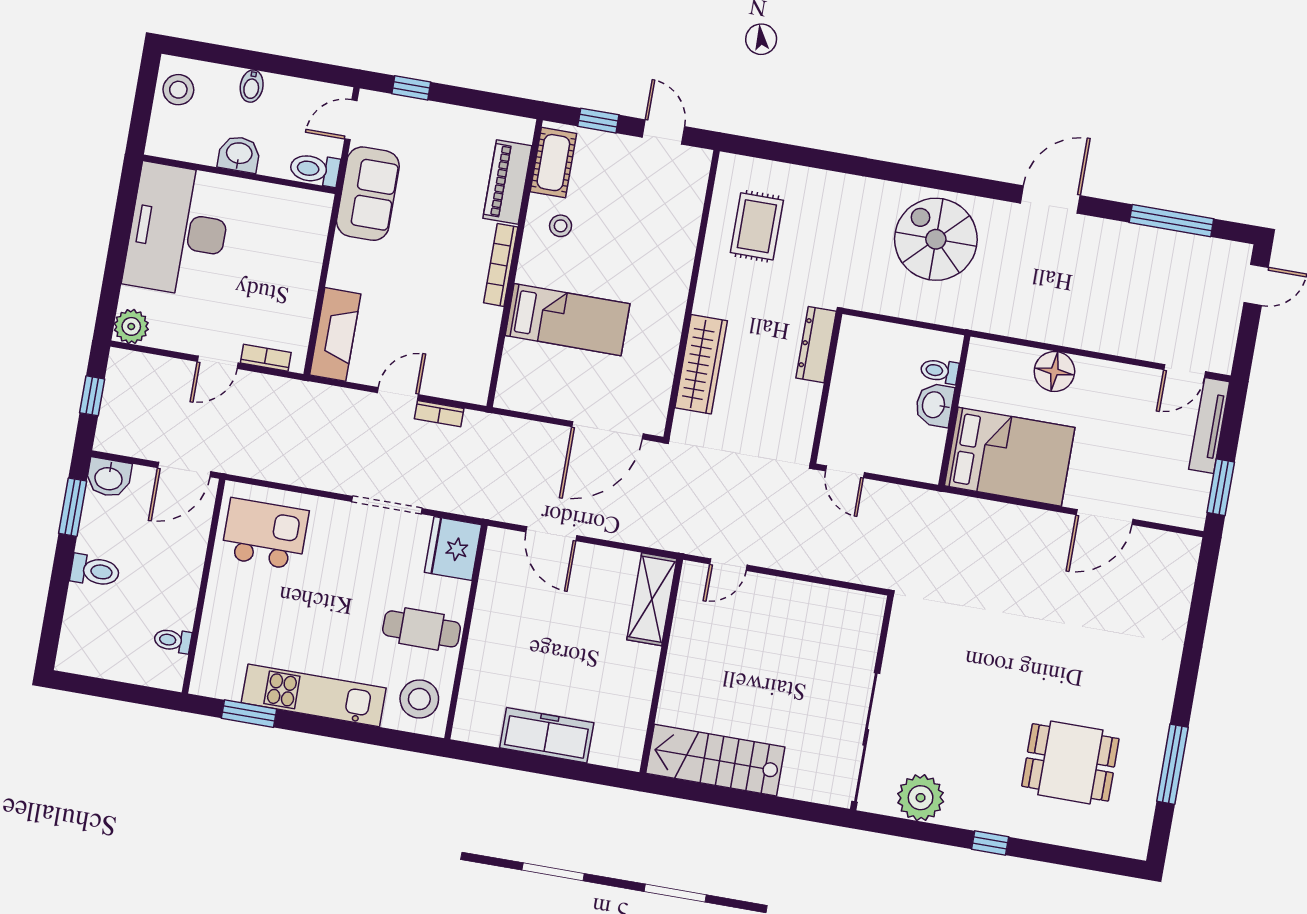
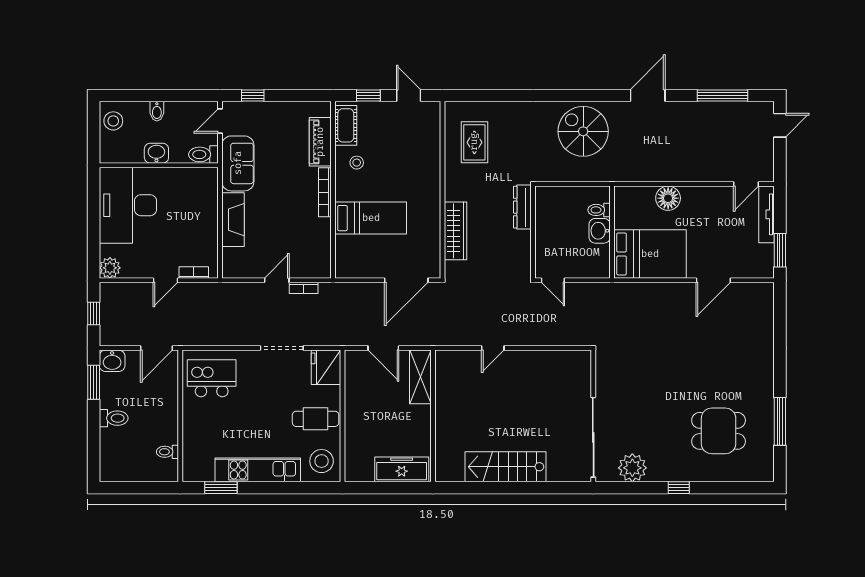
fireplace: (335, 334) -> (233, 220), moved
shelving: (652, 599) -> (420, 377), moved
wall: (661, 666) -> (433, 416), moved

